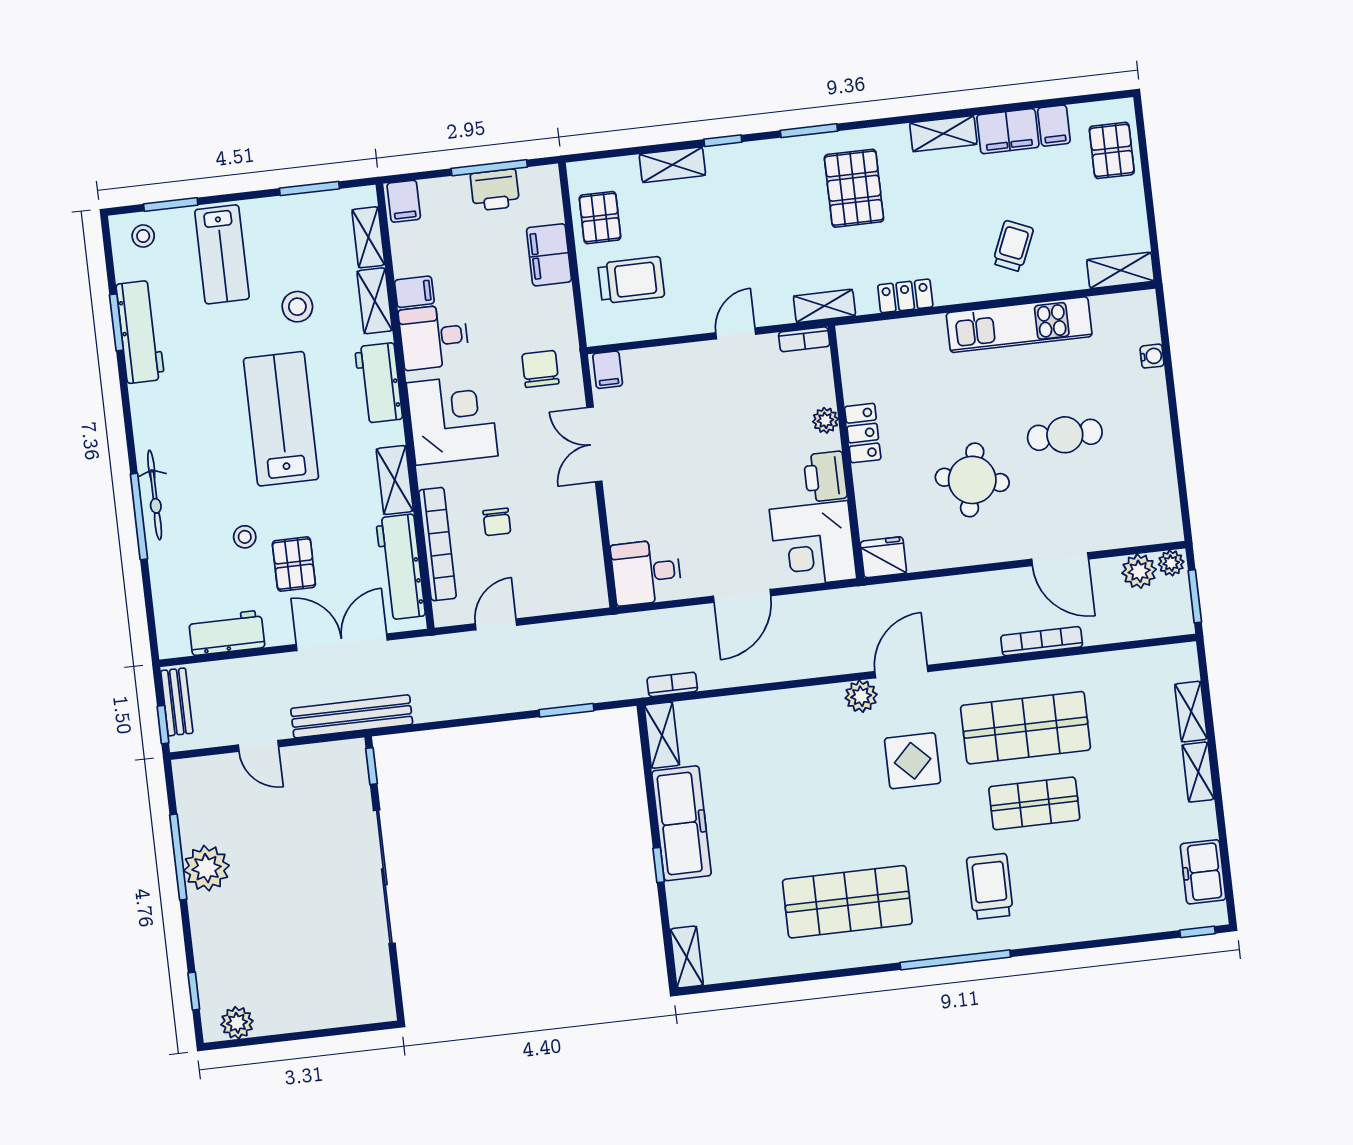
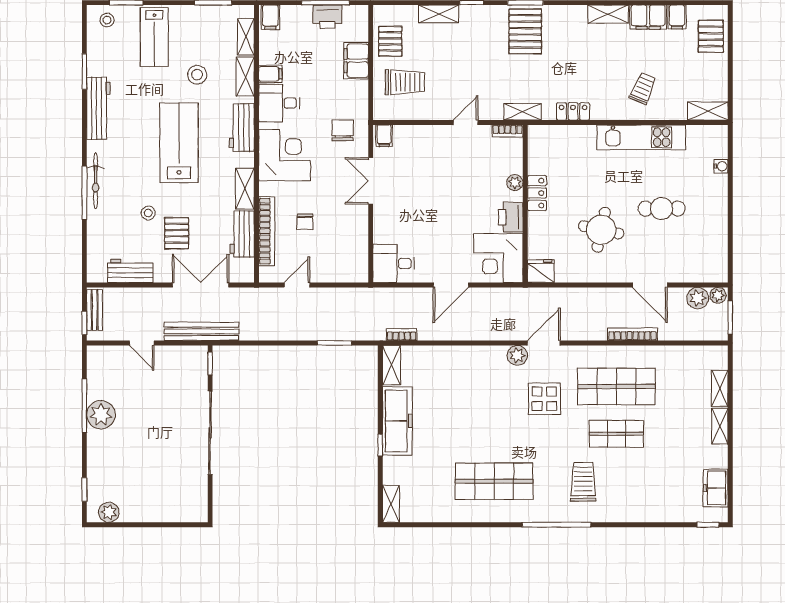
pallet: (854, 188) -> (525, 31), moved
workbench: (140, 332) -> (98, 108), moved
workbench: (400, 567) -> (242, 234), width x0.73

